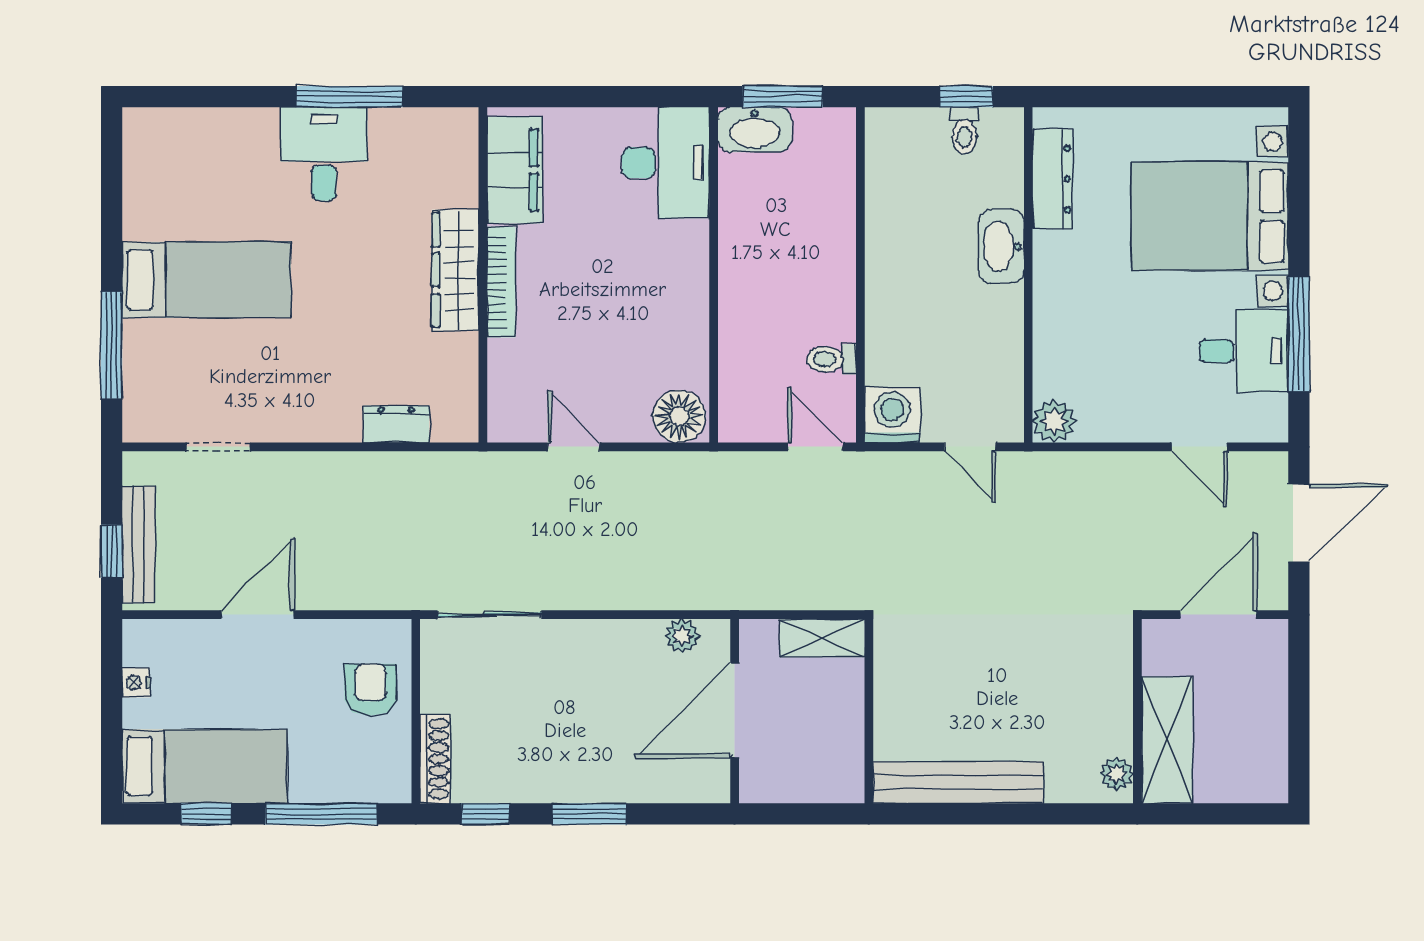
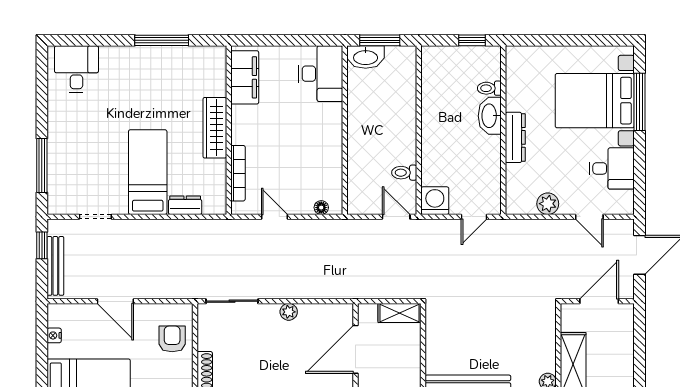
toilet: (964, 130) -> (489, 88), moved, turned 90
desk: (324, 154) -> (76, 69), moved
dresser: (1052, 179) -> (515, 137), moved
bed: (206, 280) -> (148, 172), moved, turned -90
bookcase: (501, 282) -> (238, 173), moved
window: (1299, 334) -> (639, 102), moved
floor lamp: (679, 416) -> (321, 208), width x0.53, depth x0.53
plant: (1054, 421) -> (548, 204), moved
door: (970, 447) -> (474, 217), hinge flipped
window: (112, 551) -> (42, 245), moved
door: (258, 615) -> (115, 301), swing flipped
plant: (682, 636) -> (289, 312), moved

